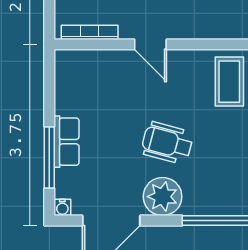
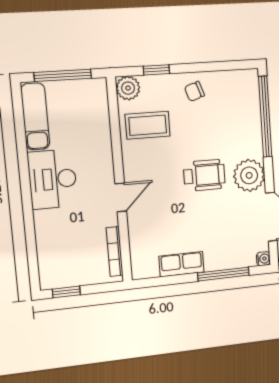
row of seats: (66, 142) -> (182, 264), moved
wheelchair: (167, 143) -> (204, 175), turned -105

